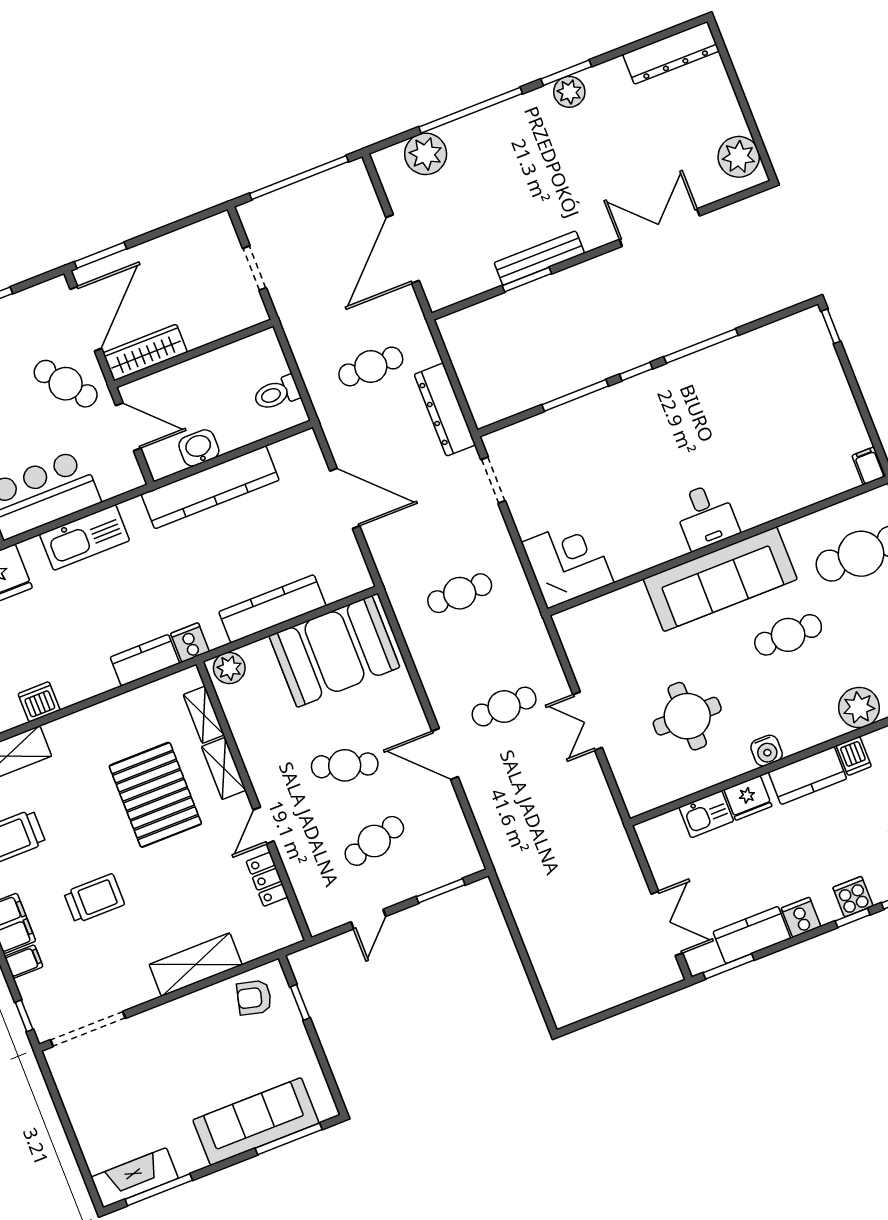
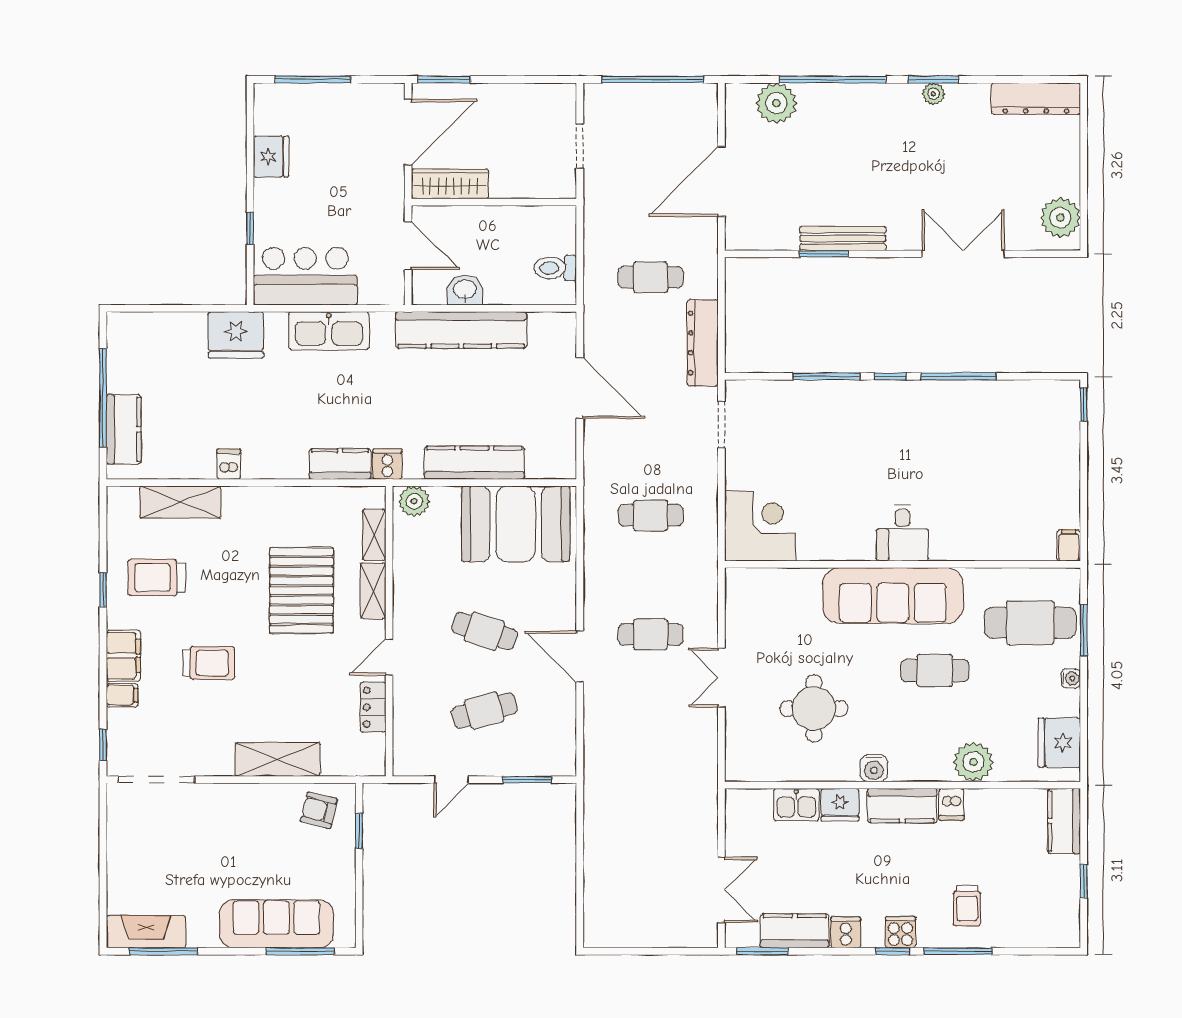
plant: (569, 92) -> (933, 94), width x0.73, depth x0.73
cafe table: (66, 384) -> (366, 184), removed
dishwasher: (39, 702) -> (229, 464), width x0.73

